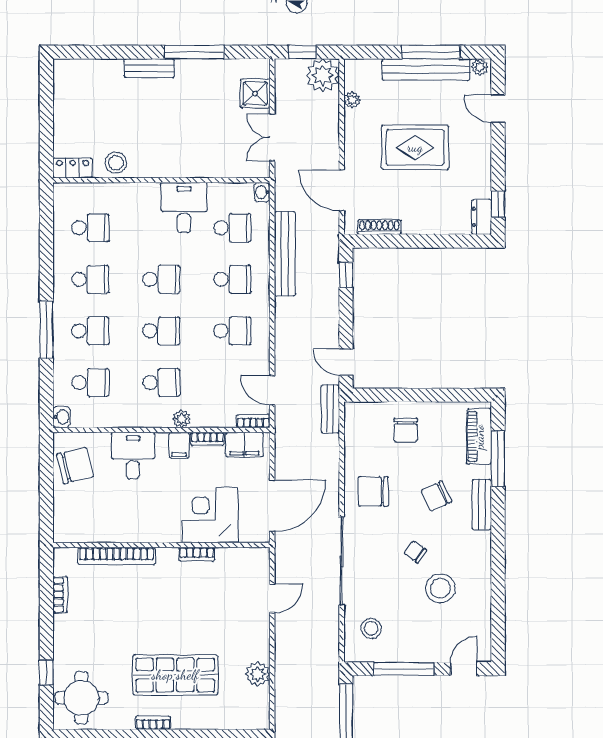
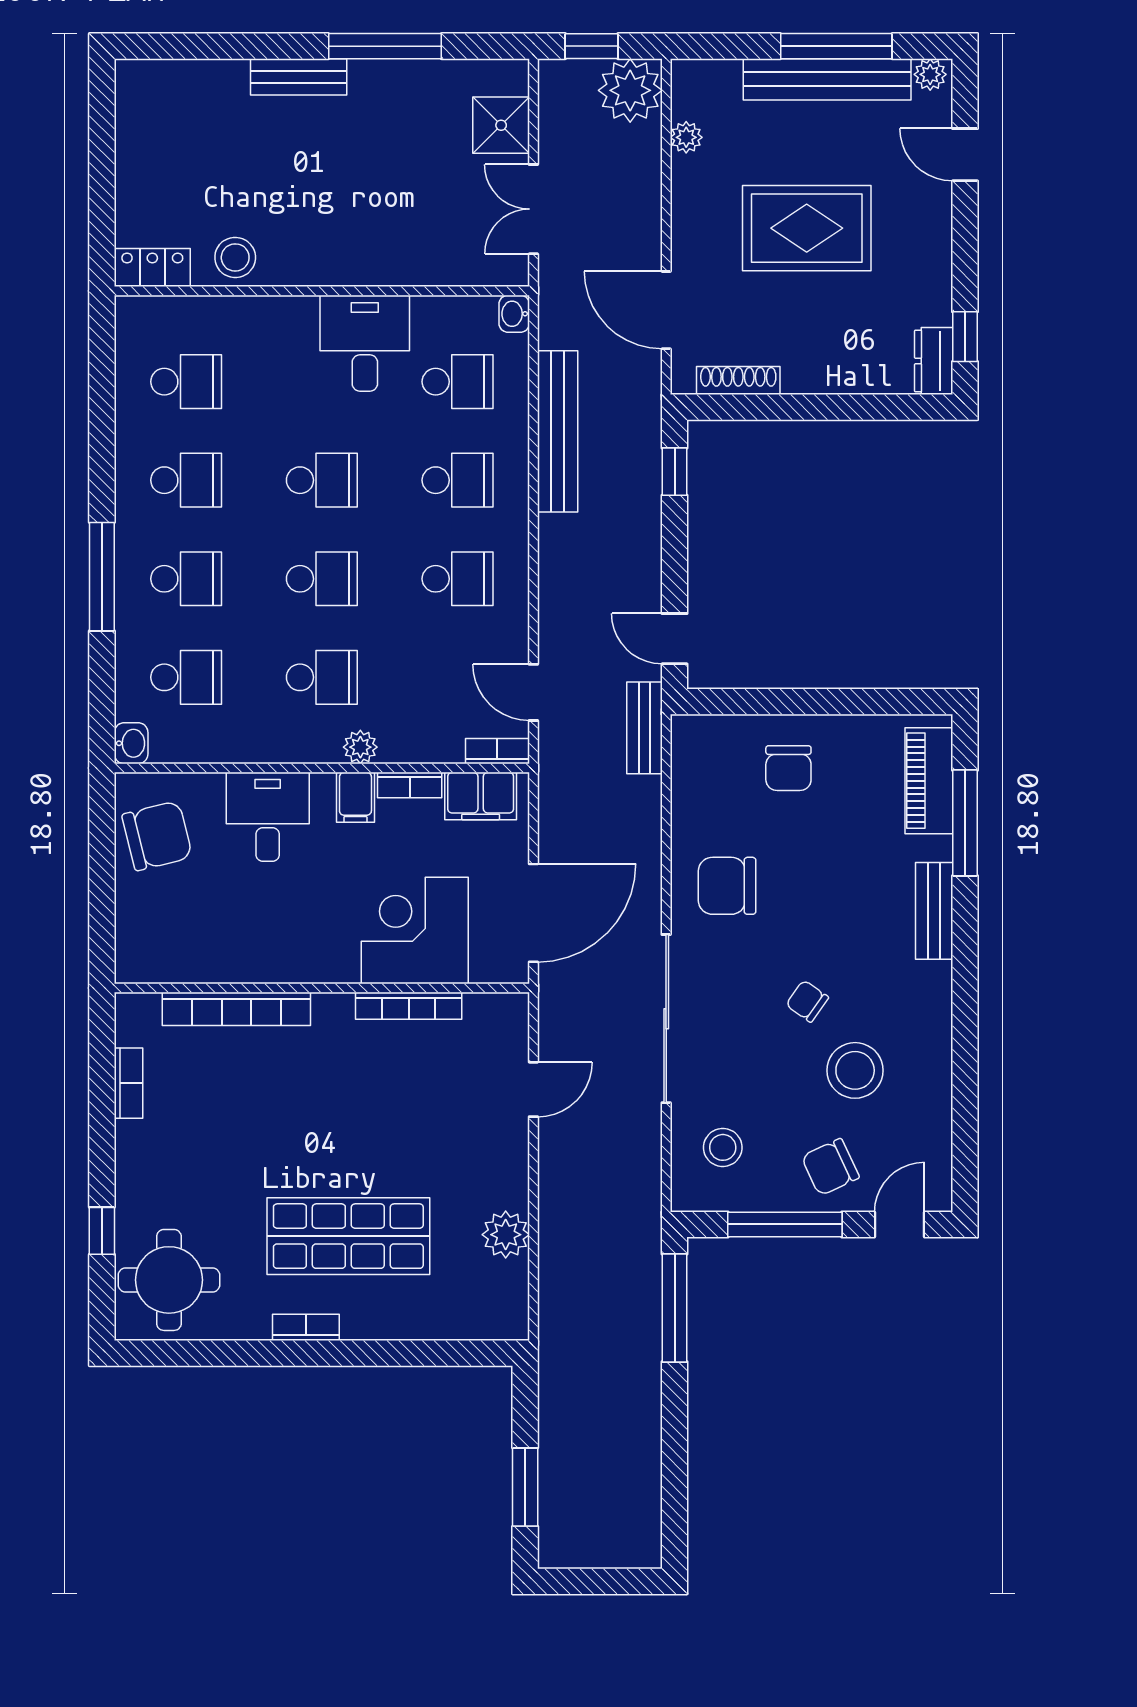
chair: (436, 496) -> (830, 1167), moved
bookcase: (197, 554) -> (409, 1006), width x1.56

